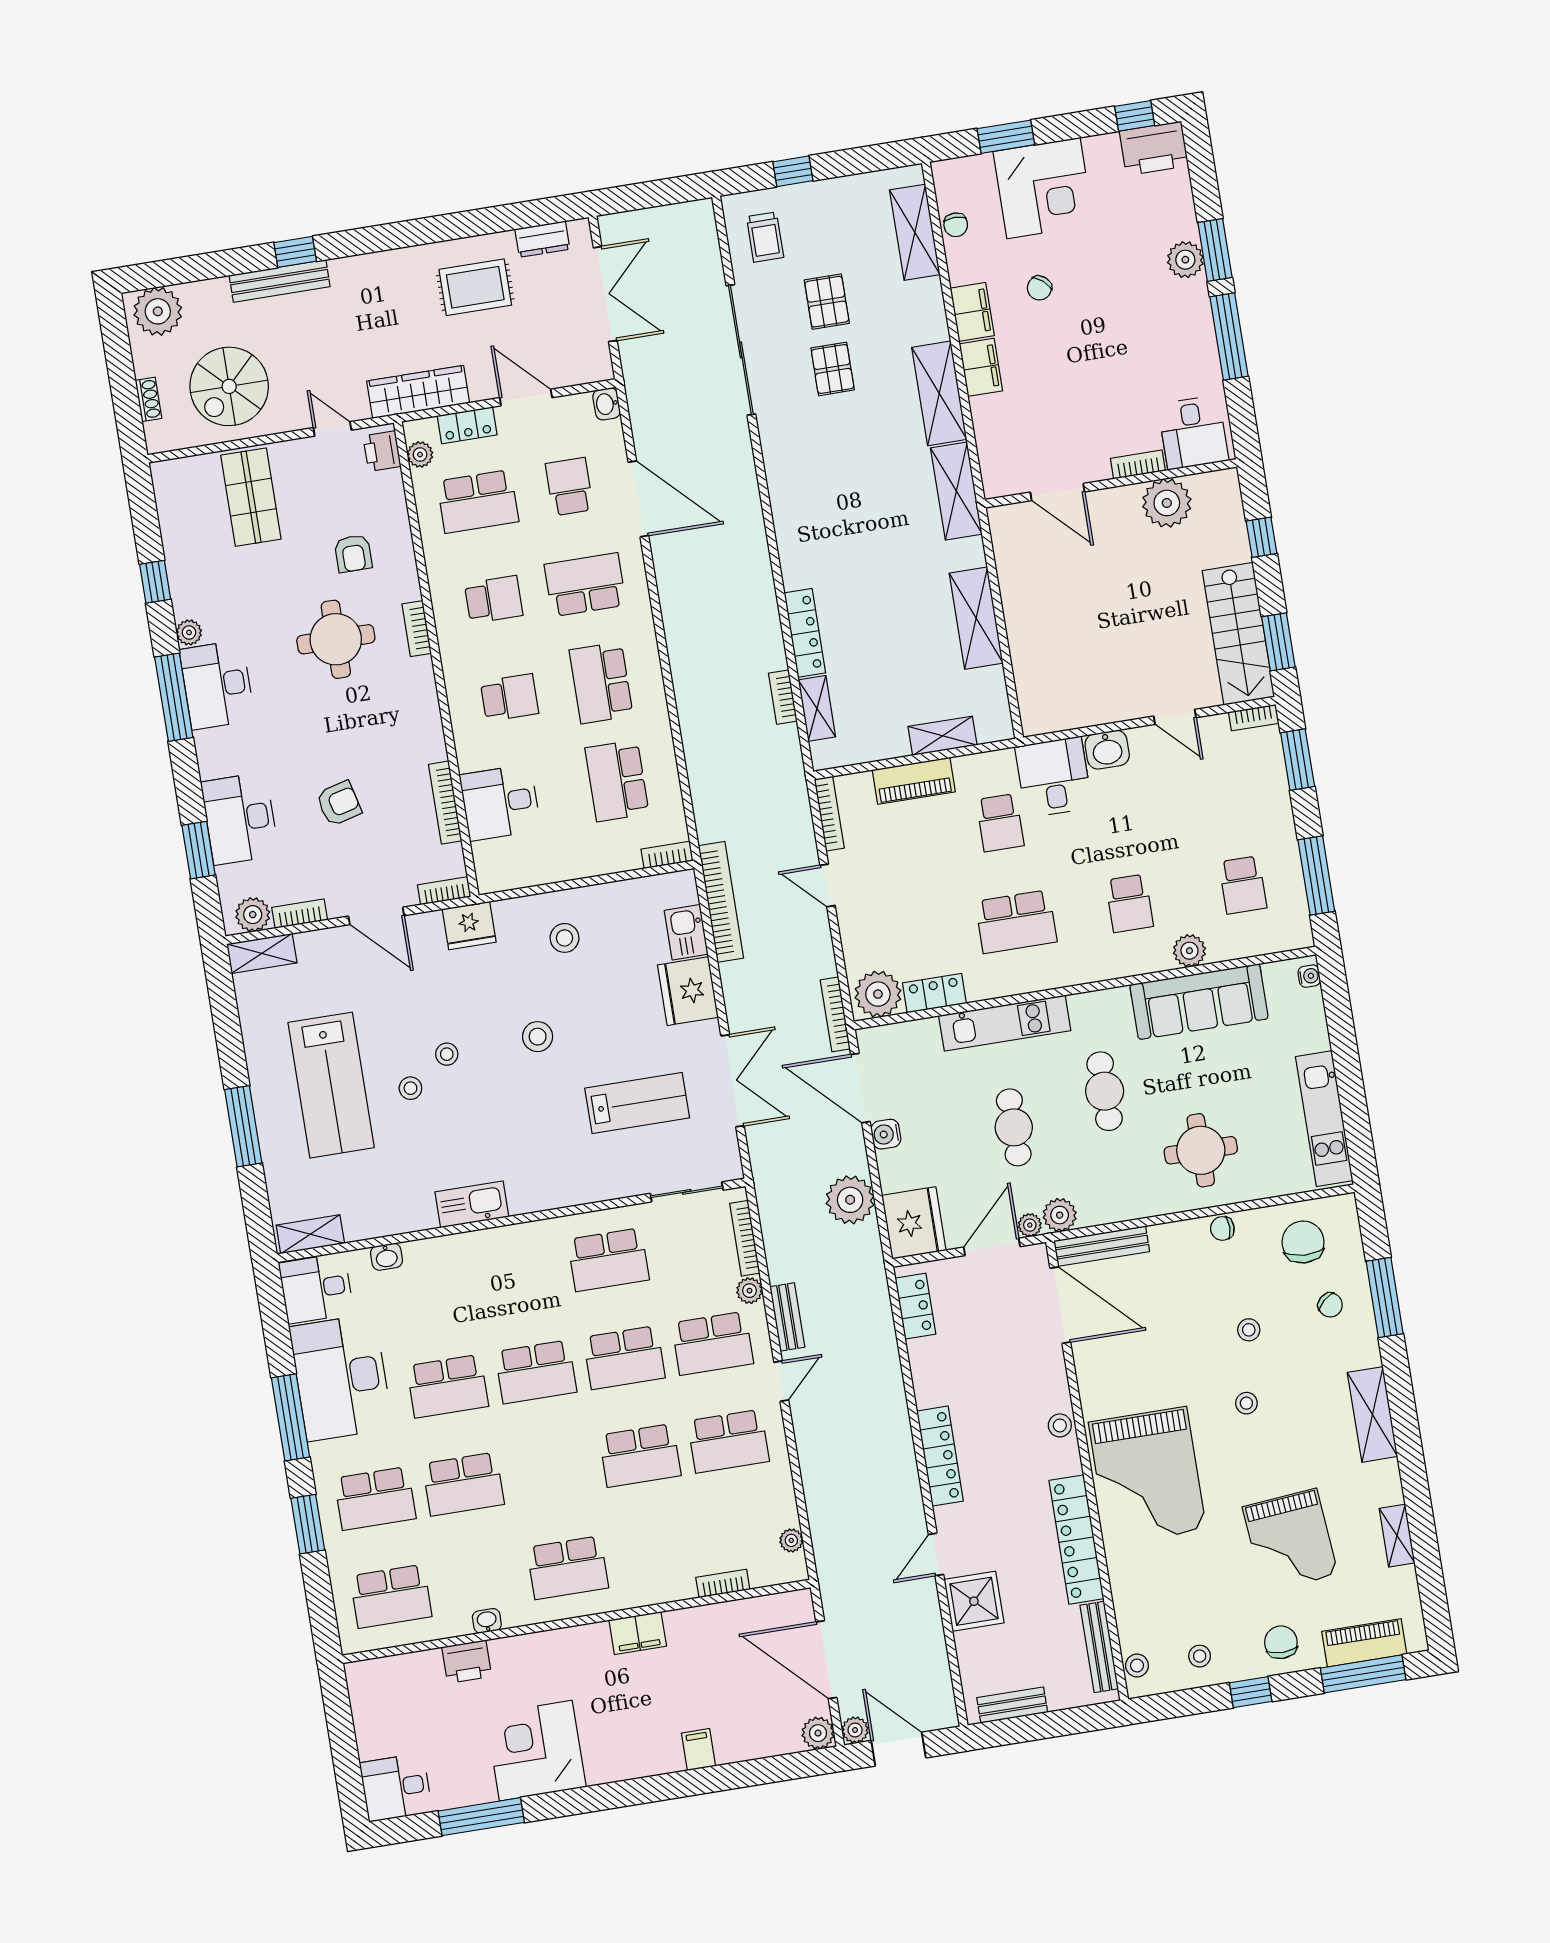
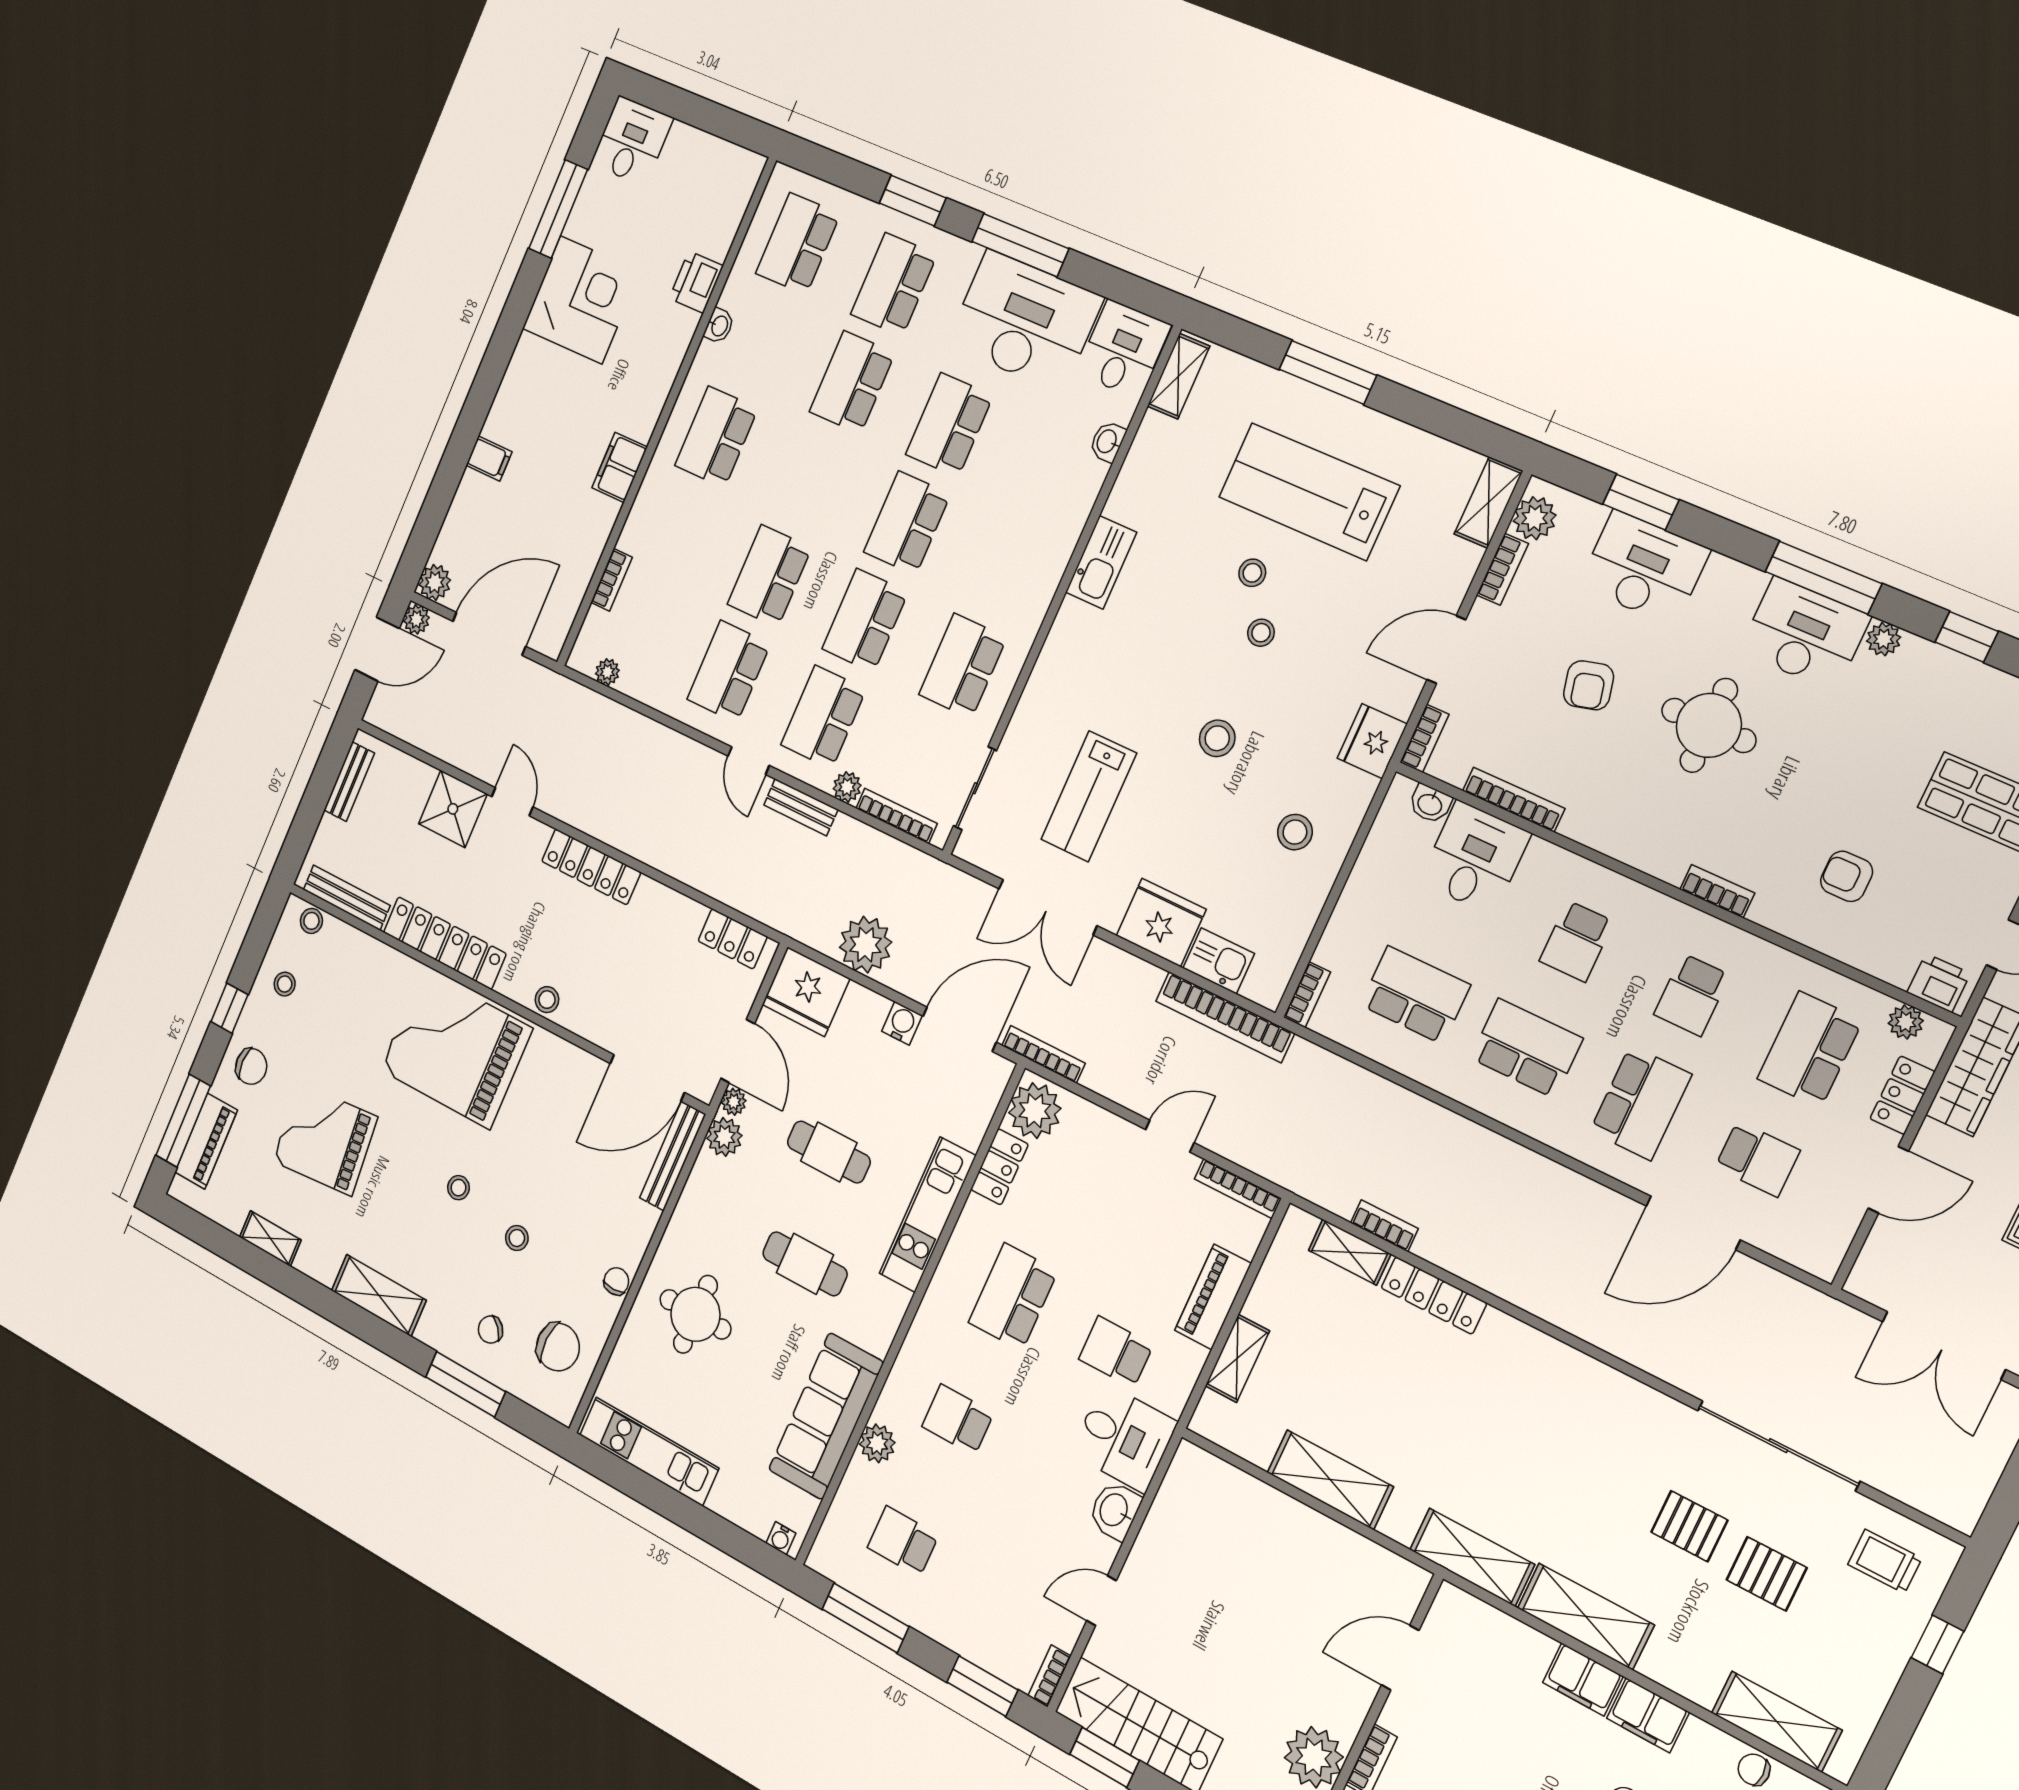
washbasin: (607, 404) -> (1430, 804), moved, turned 180
round table: (336, 639) -> (1709, 725), moved

